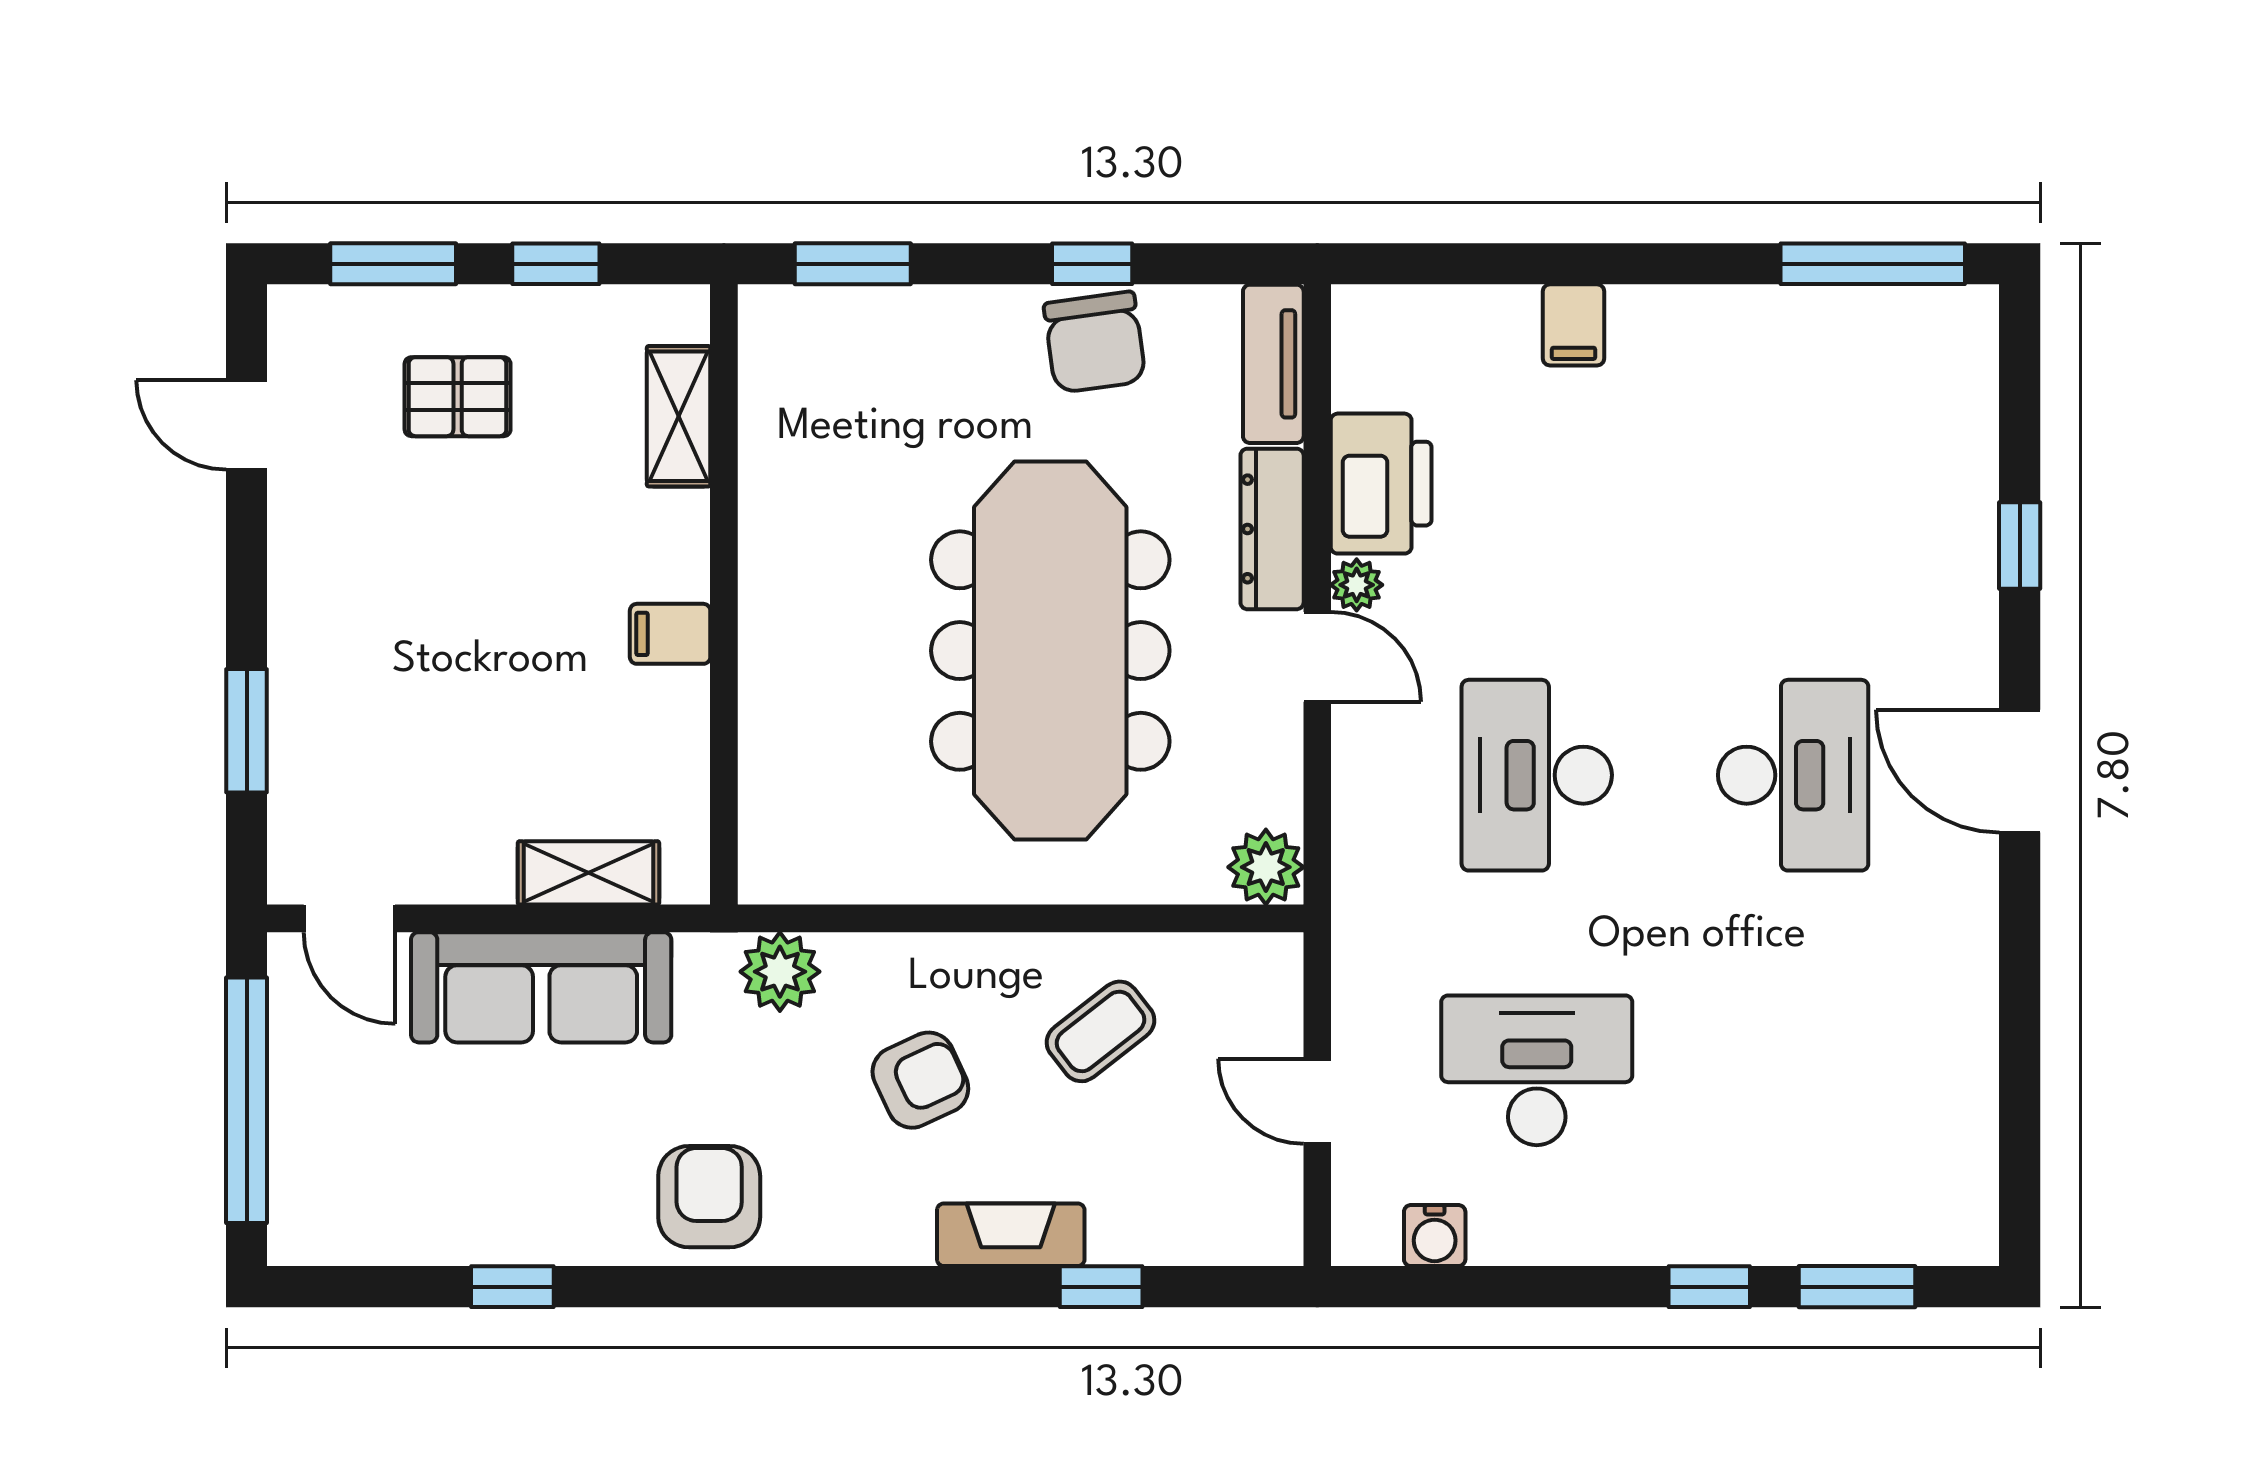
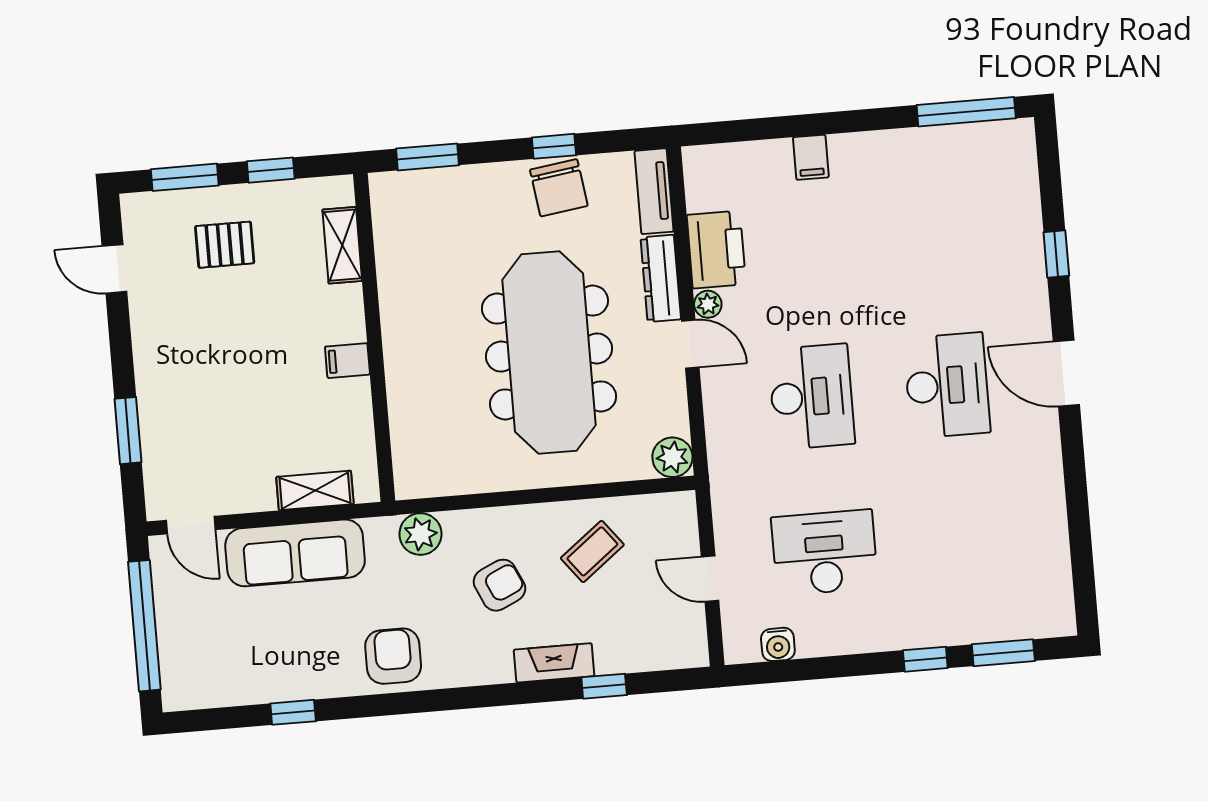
desk: (1537, 775) -> (811, 397), turned 180

